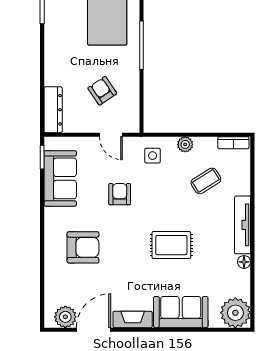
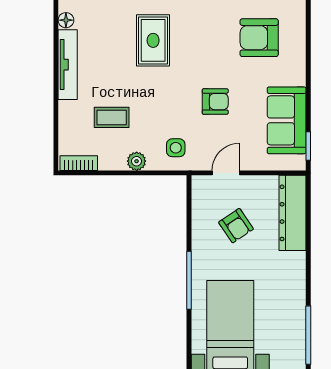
dresser: (53, 110) -> (293, 213), width x1.37, depth x1.24
door: (111, 135) -> (226, 173), hinge flipped
coffee table: (206, 181) -> (112, 117), turned 32
armchair: (120, 194) -> (215, 102), turned -90
rug: (171, 245) -> (153, 40), turned 90

